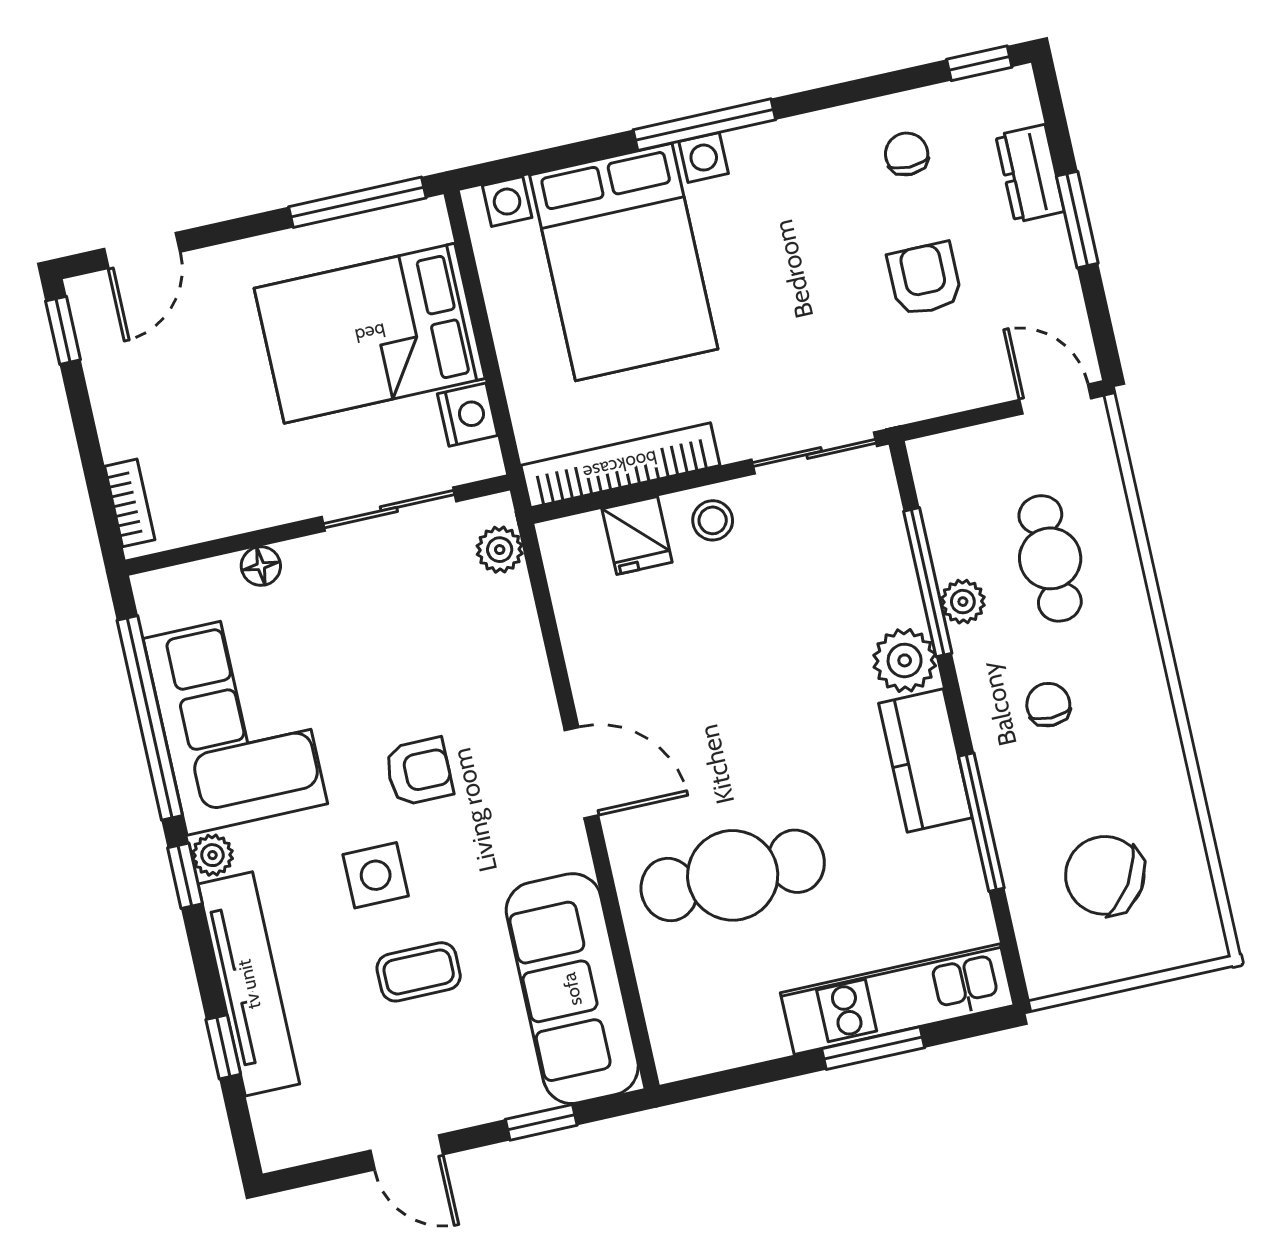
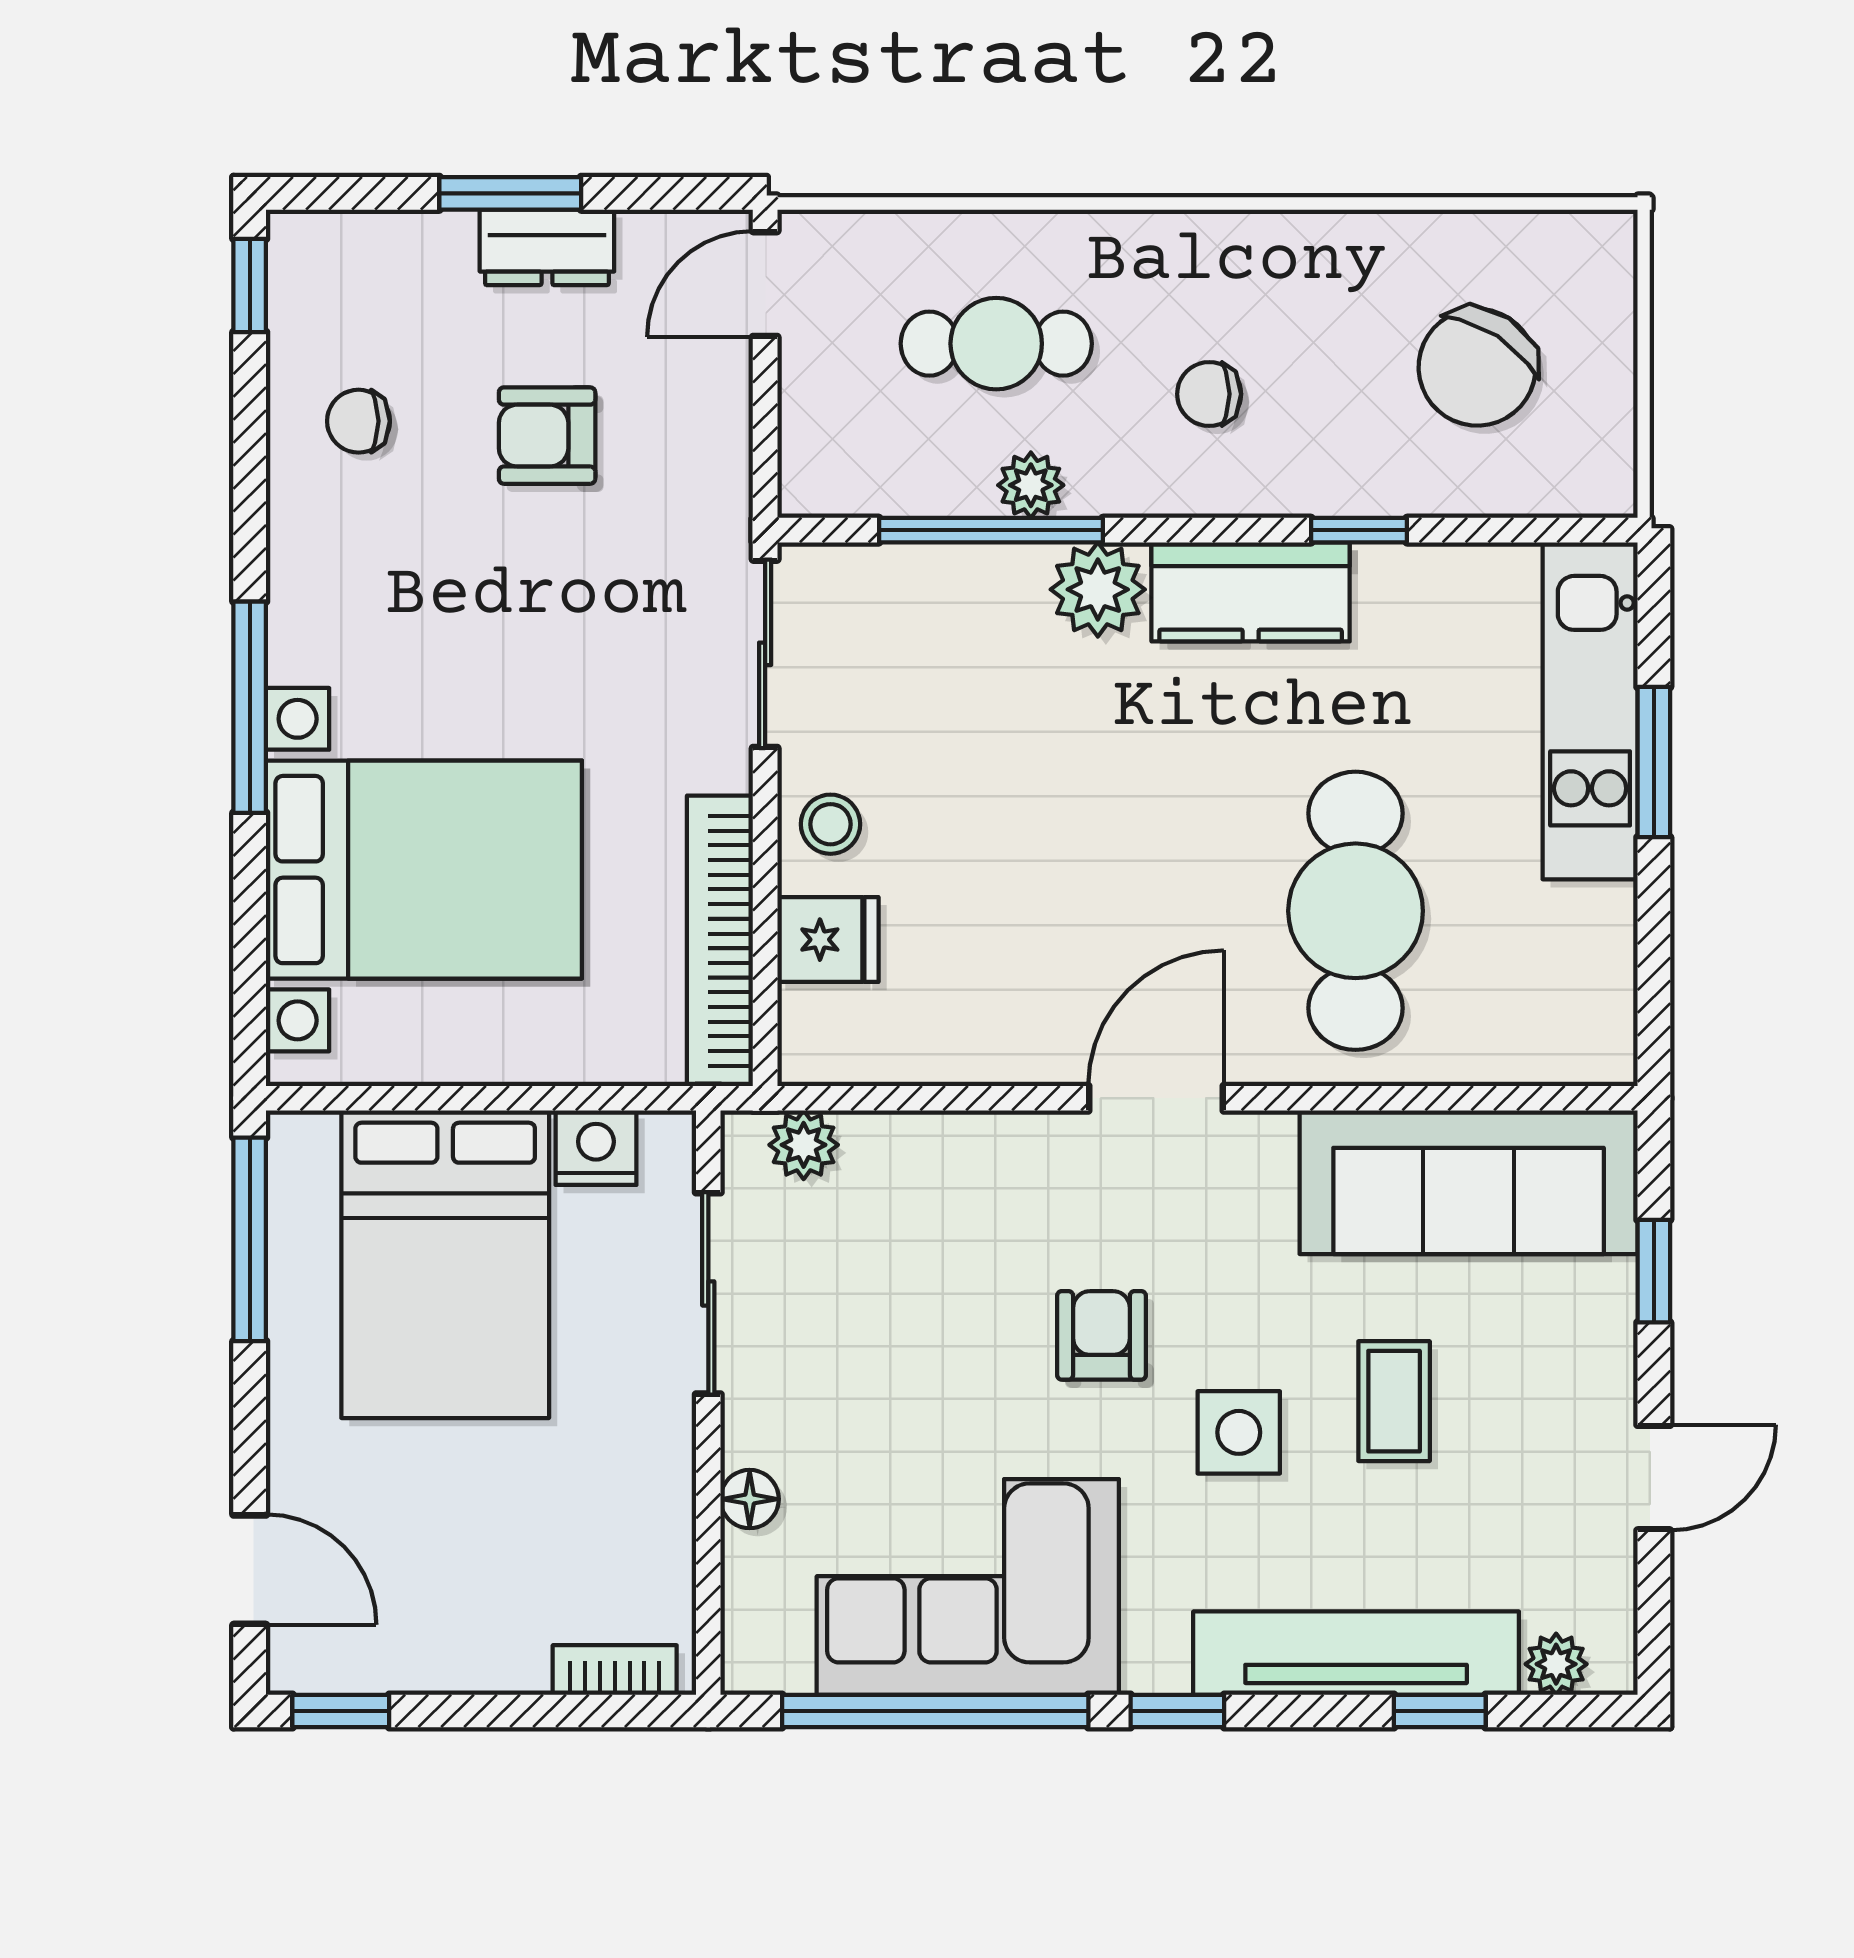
dresser: (1030, 173) -> (547, 247), moved
window: (981, 822) -> (1359, 530), width x0.46
plant: (212, 855) -> (1556, 1664), moved

